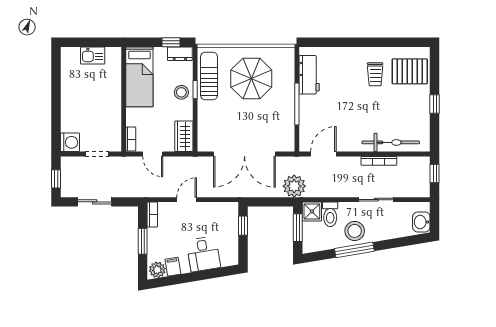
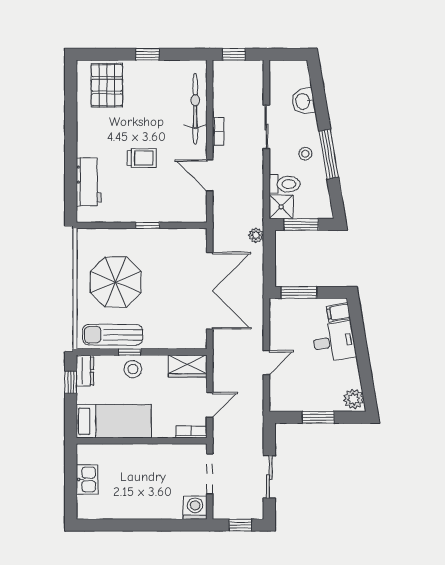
trolley: (375, 74) -> (142, 158), moved
workbench: (309, 75) -> (89, 182), moved, turned 90
window: (297, 104) -> (148, 225), width x0.46
doorway: (97, 154) -> (210, 474), width x1.38
door: (323, 154) -> (210, 176), moved
bookcase: (379, 161) -> (218, 131), width x0.64
plant: (294, 186) -> (256, 235), width x0.53, depth x0.53
door: (187, 200) -> (266, 363), swing flipped
bookcase: (152, 215) -> (285, 405), removed
washbasin: (421, 222) -> (303, 101), moved, turned 81
window: (243, 226) -> (299, 293), width x1.50
stool: (355, 231) -> (305, 154), width x0.53, depth x0.53
filing cabinet: (173, 267) -> (338, 312), moved

